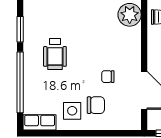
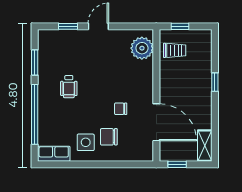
wheelchair: (55, 54) -> (69, 87), width x0.73, depth x0.73
chair: (96, 105) -> (109, 137), turned 180

